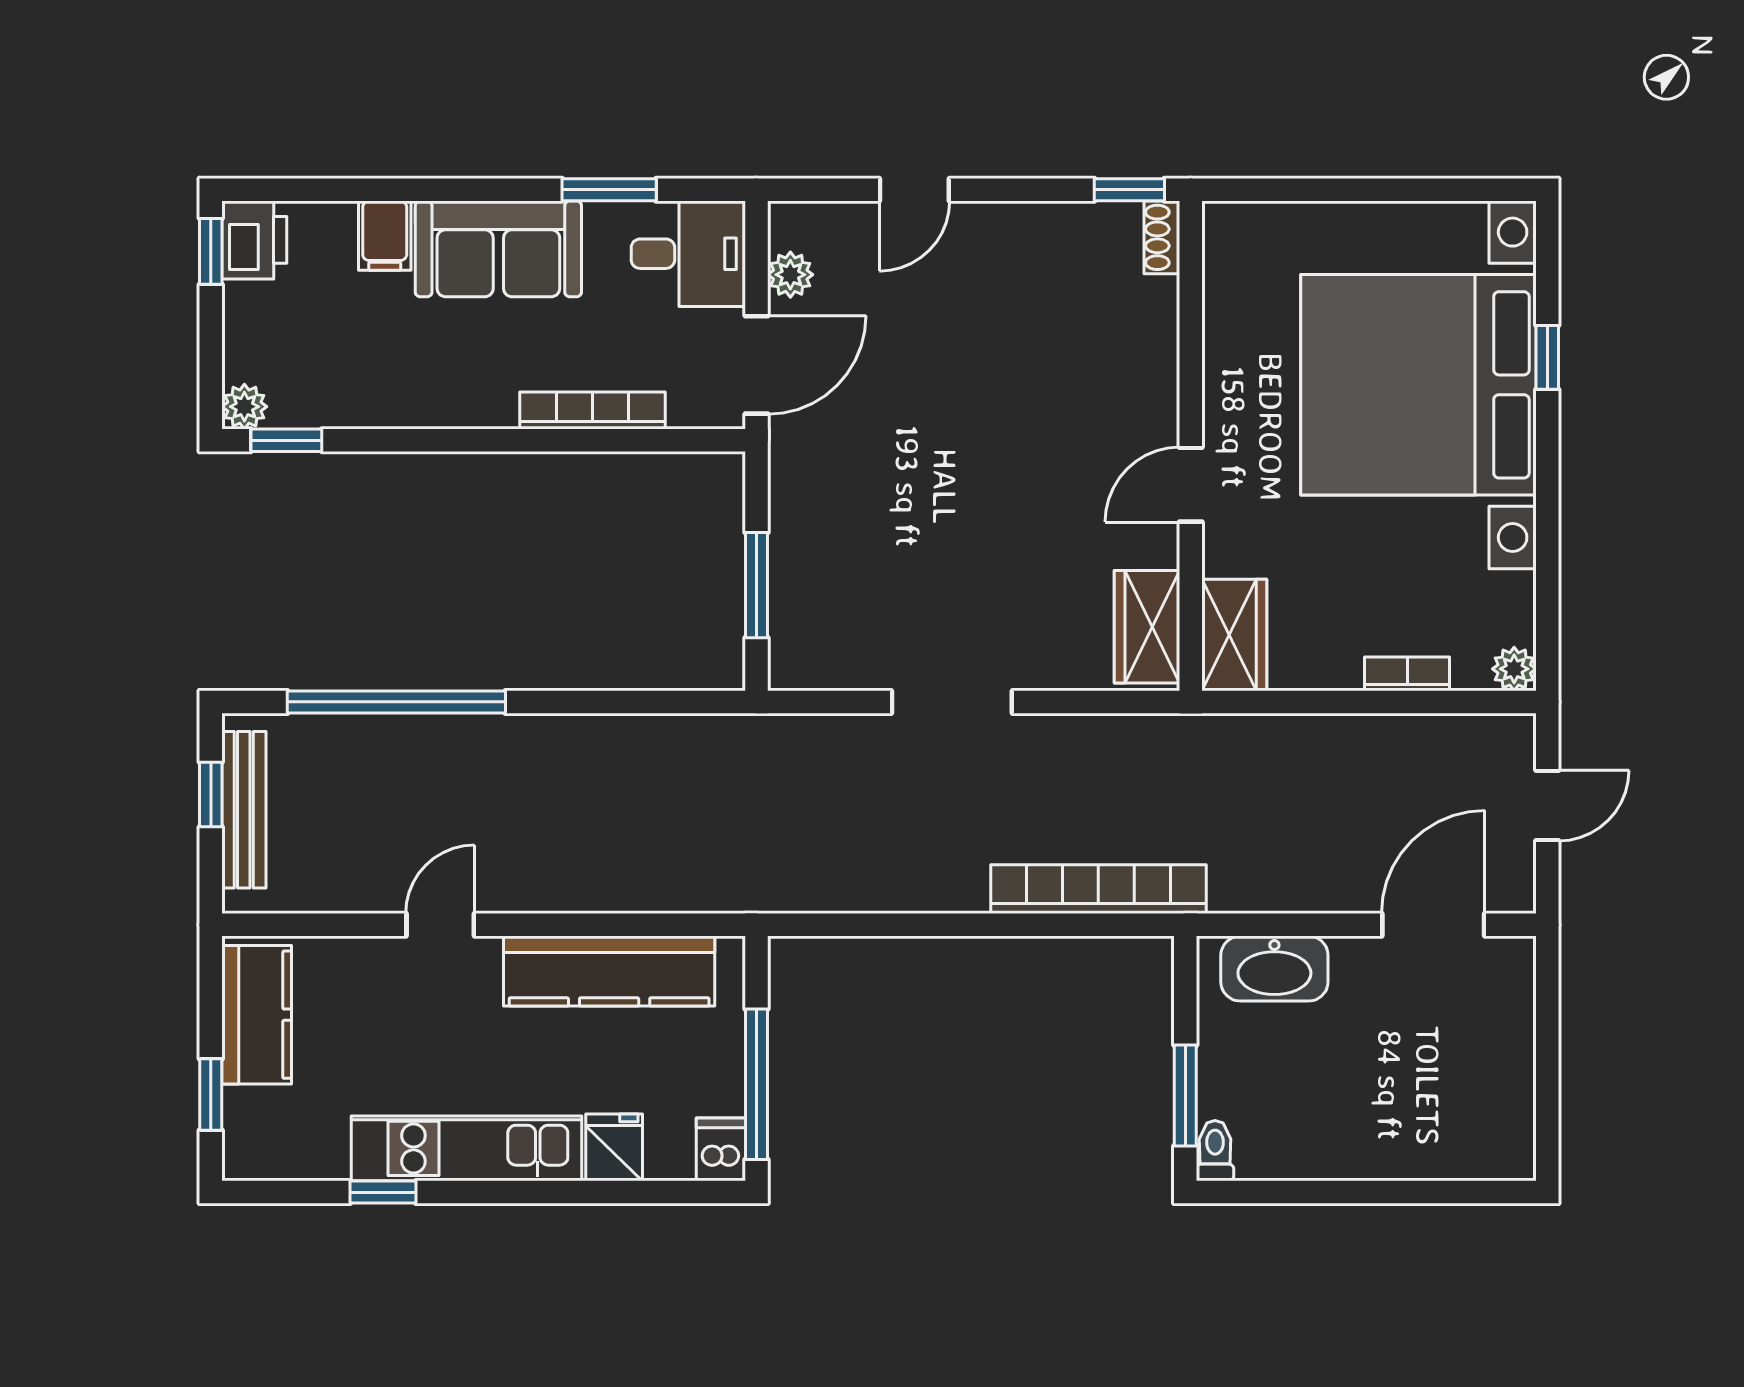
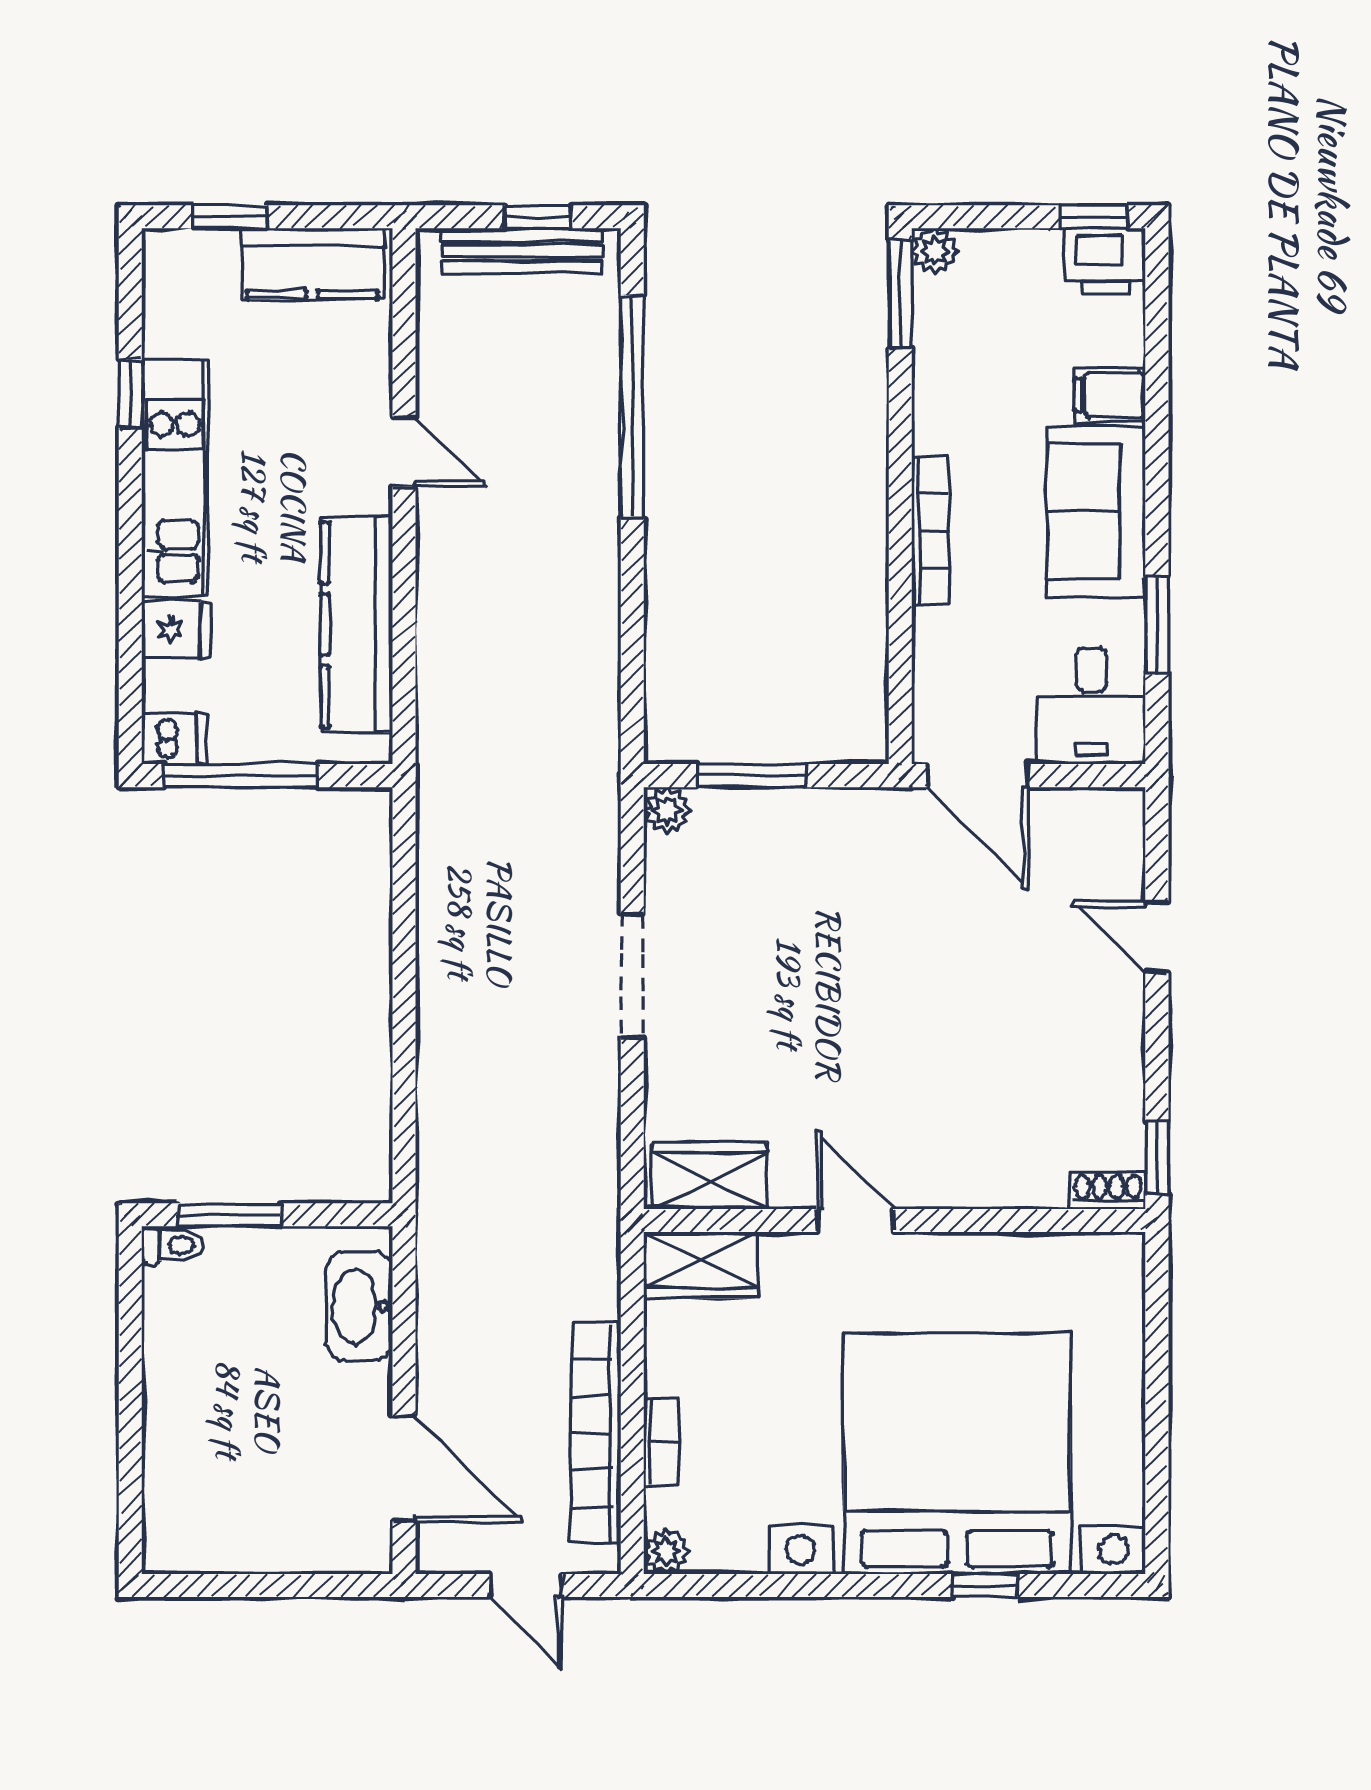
plant: (790, 275) -> (667, 810), moved
bookcase: (592, 411) -> (931, 531), moved
window: (286, 440) -> (900, 294), width x1.50
bookcase: (1098, 889) -> (596, 1433), moved, turned 180

